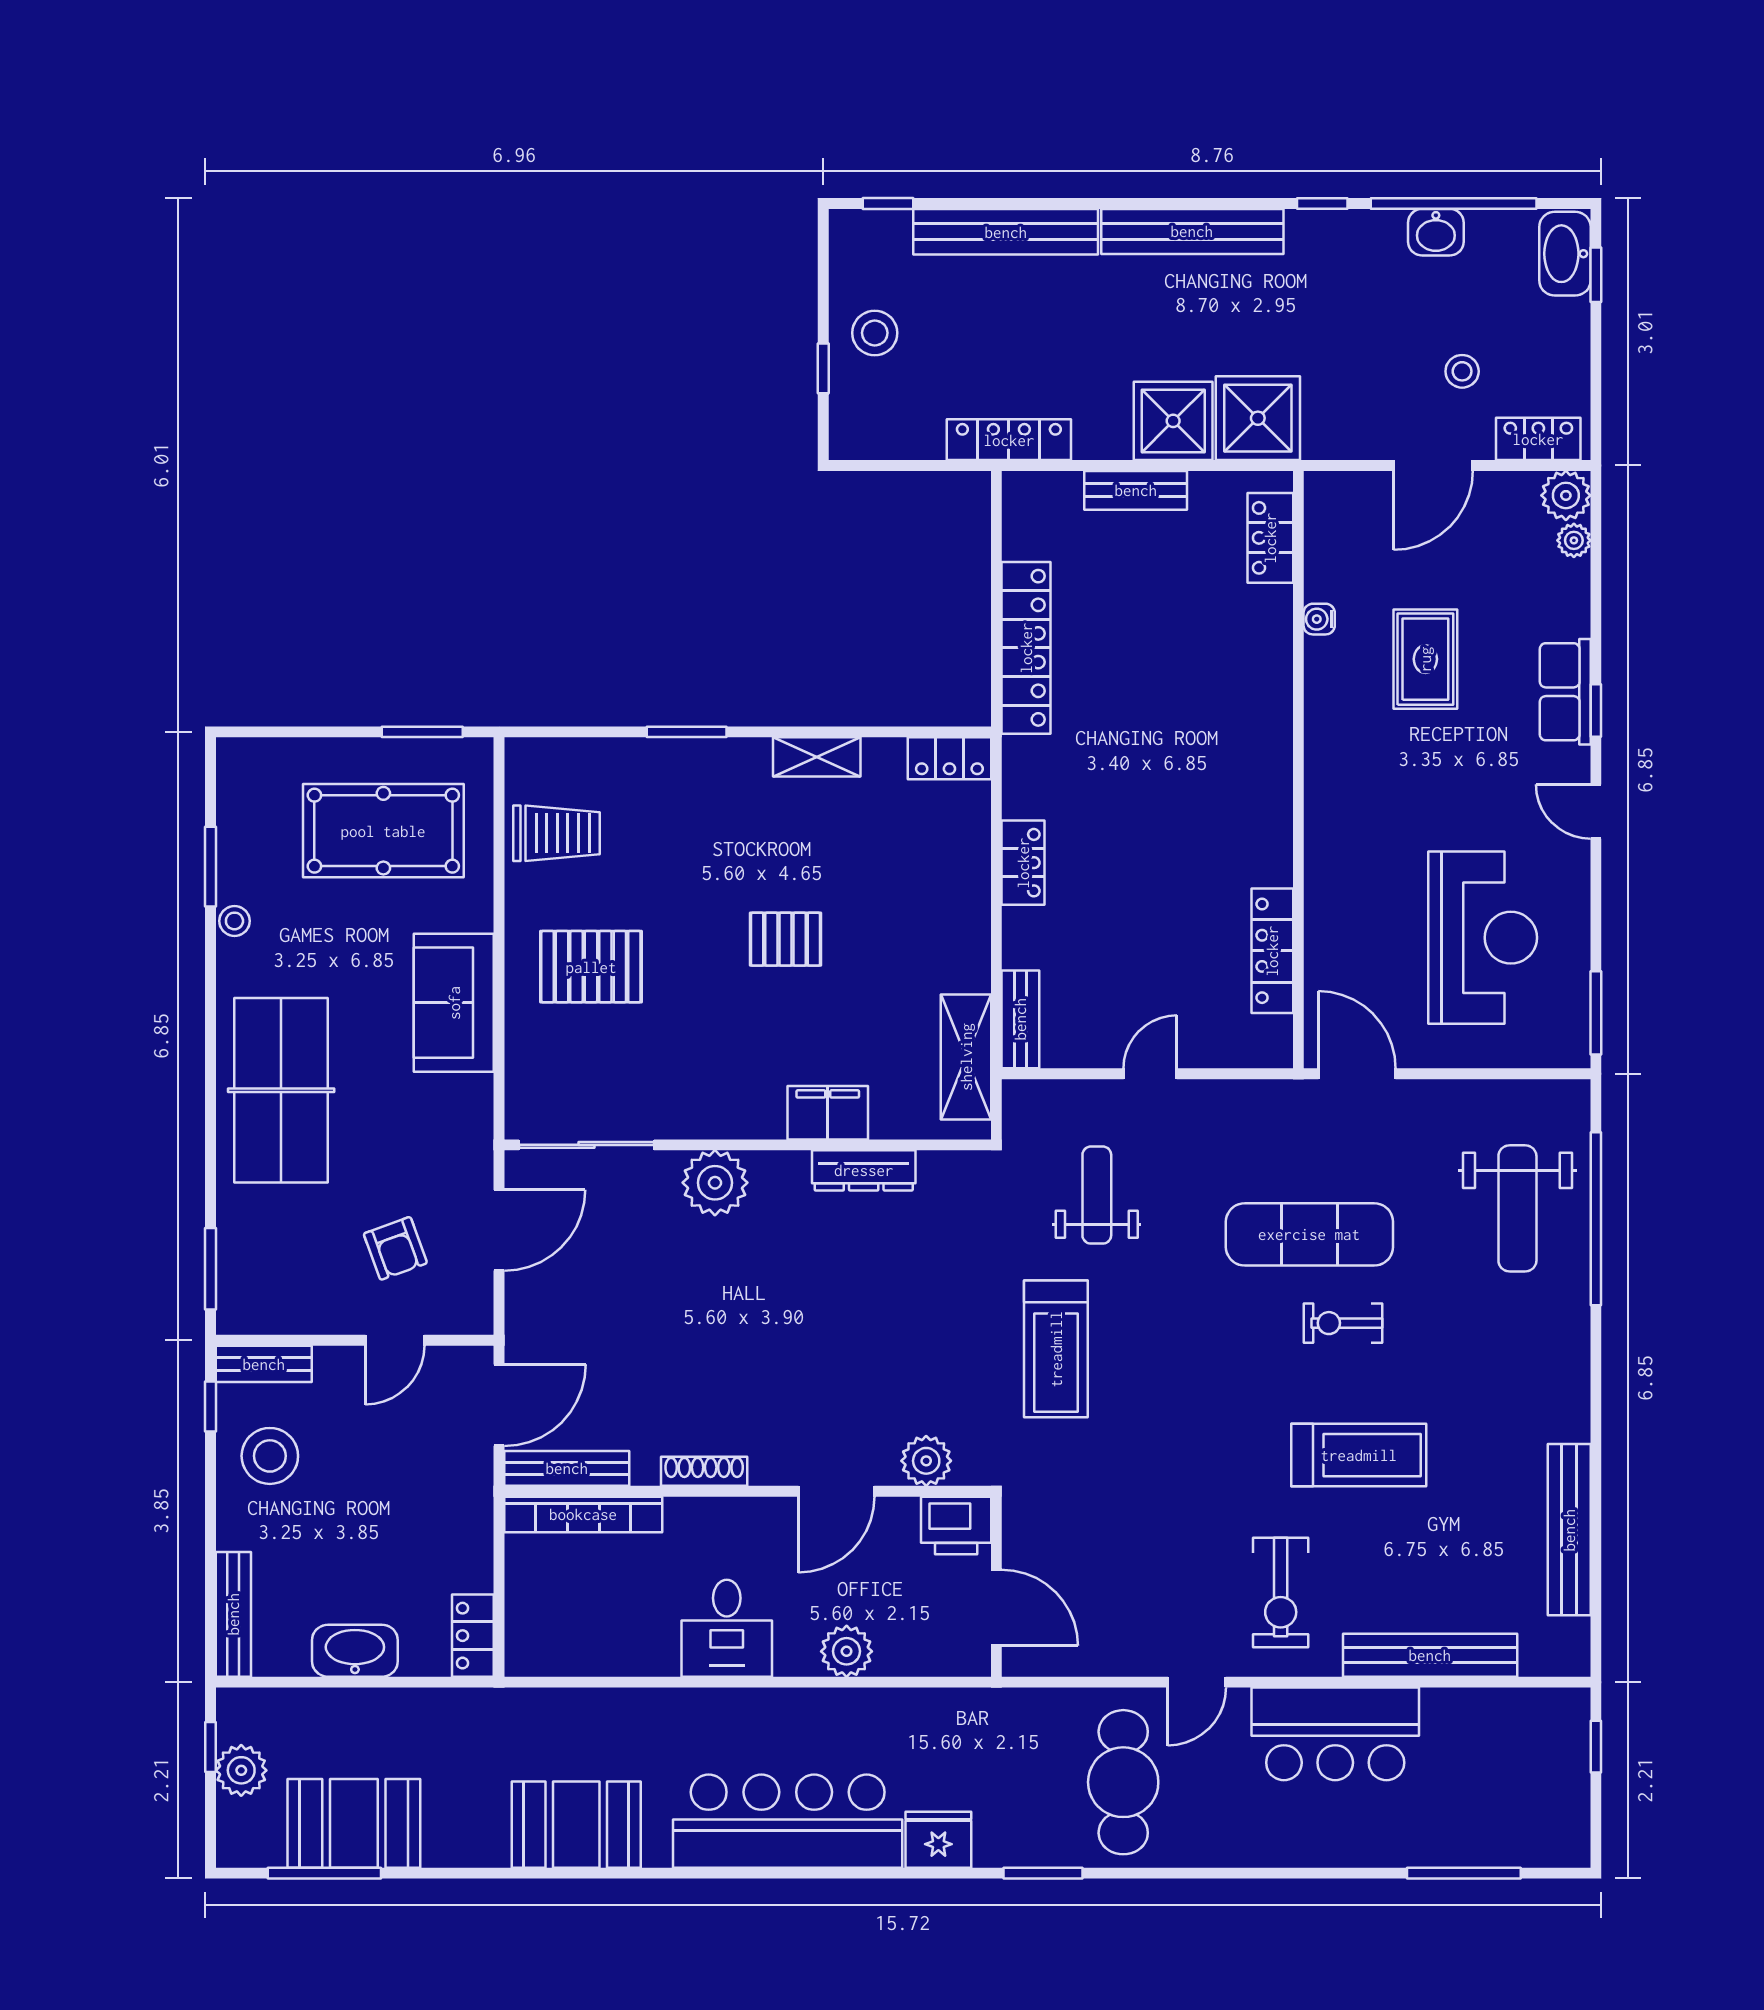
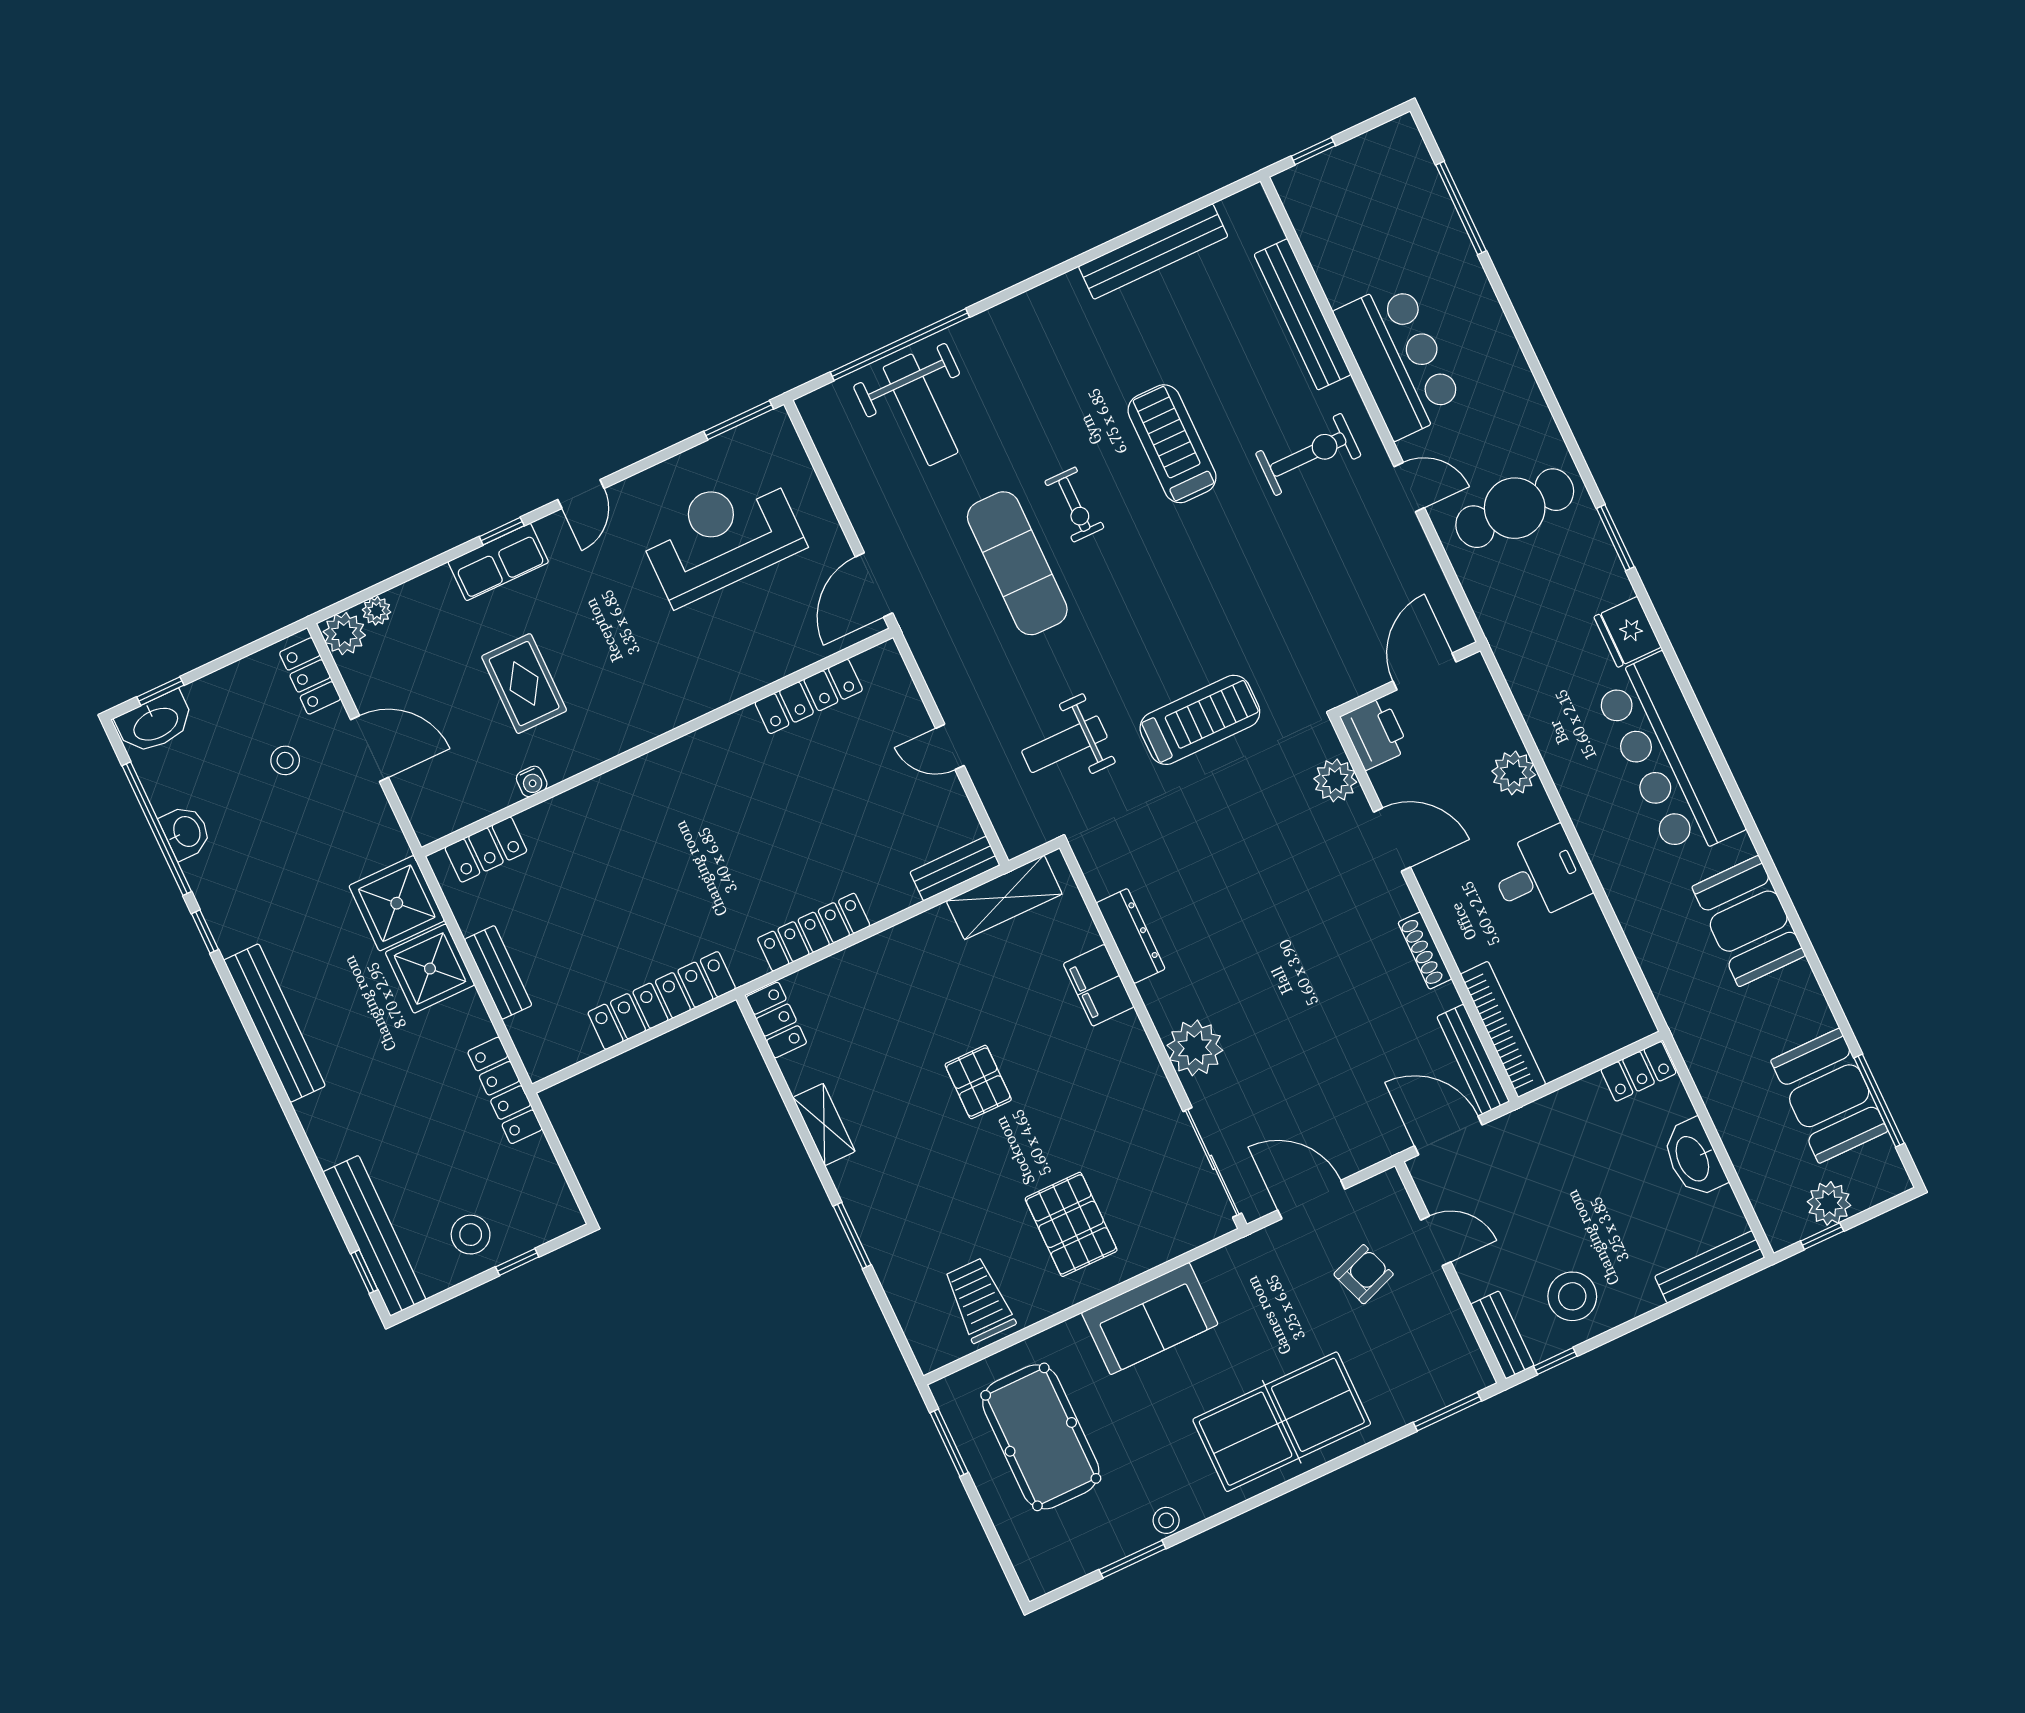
bench: (1006, 232) -> (374, 1236), moved
rug: (1425, 659) -> (524, 684), turned 90
locker: (1023, 863) -> (814, 932), width x1.53
weight bench: (1517, 1208) -> (921, 410), turned 90

